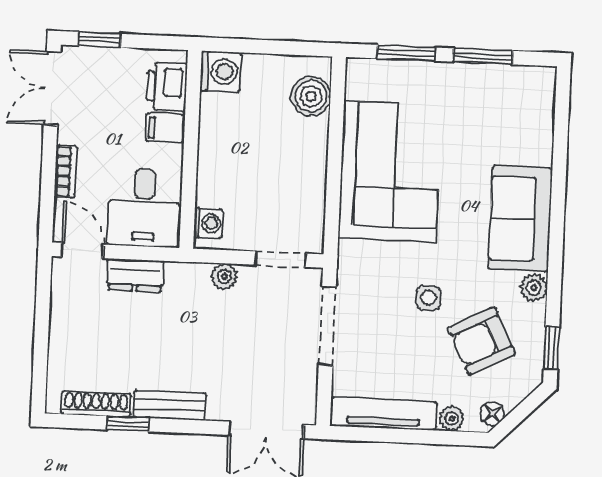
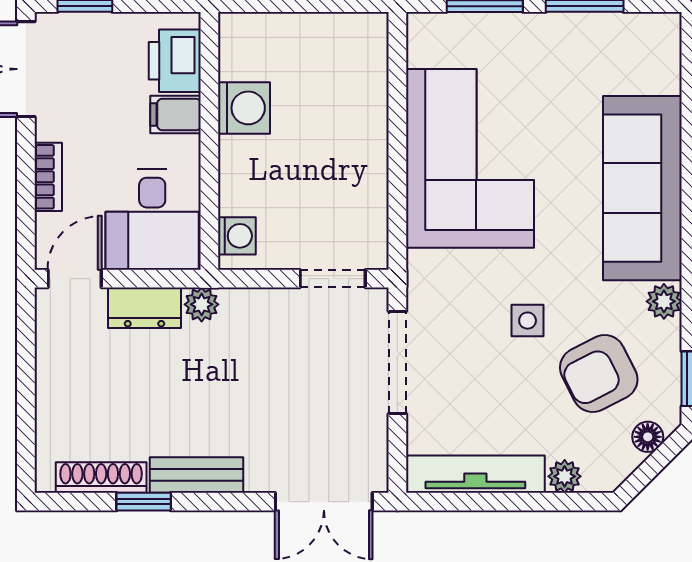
washing machine: (221, 71) -> (244, 108), moved
boiler: (311, 96) -> (363, 65), removed
sofa: (520, 219) -> (642, 188), width x1.36
door: (82, 250) -> (75, 279), hinge flipped
plant: (224, 277) -> (202, 304), moved
floor lamp: (492, 414) -> (648, 437), moved

